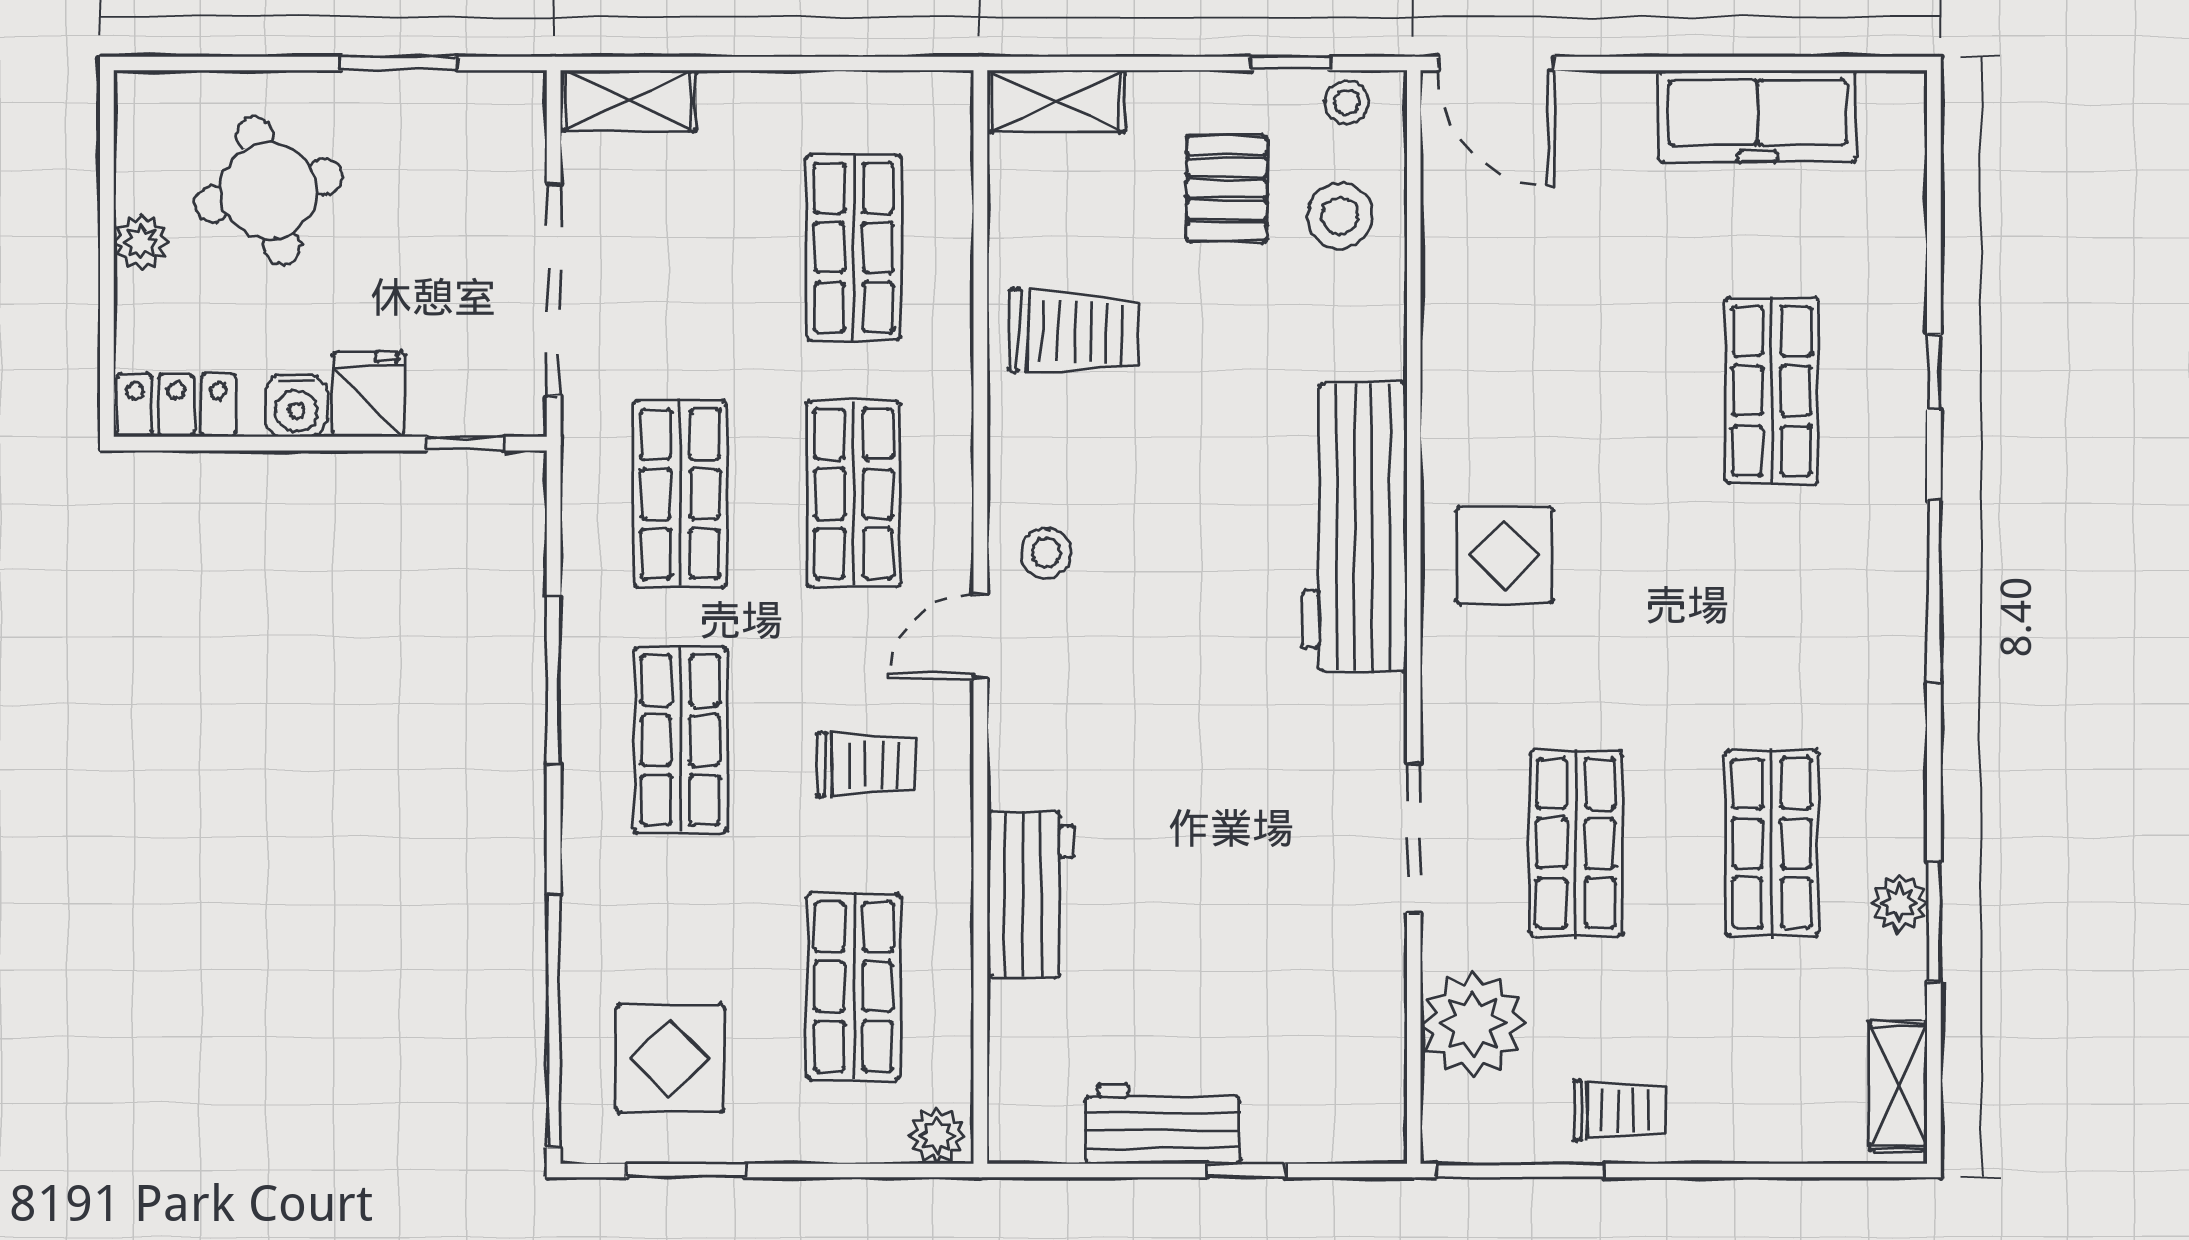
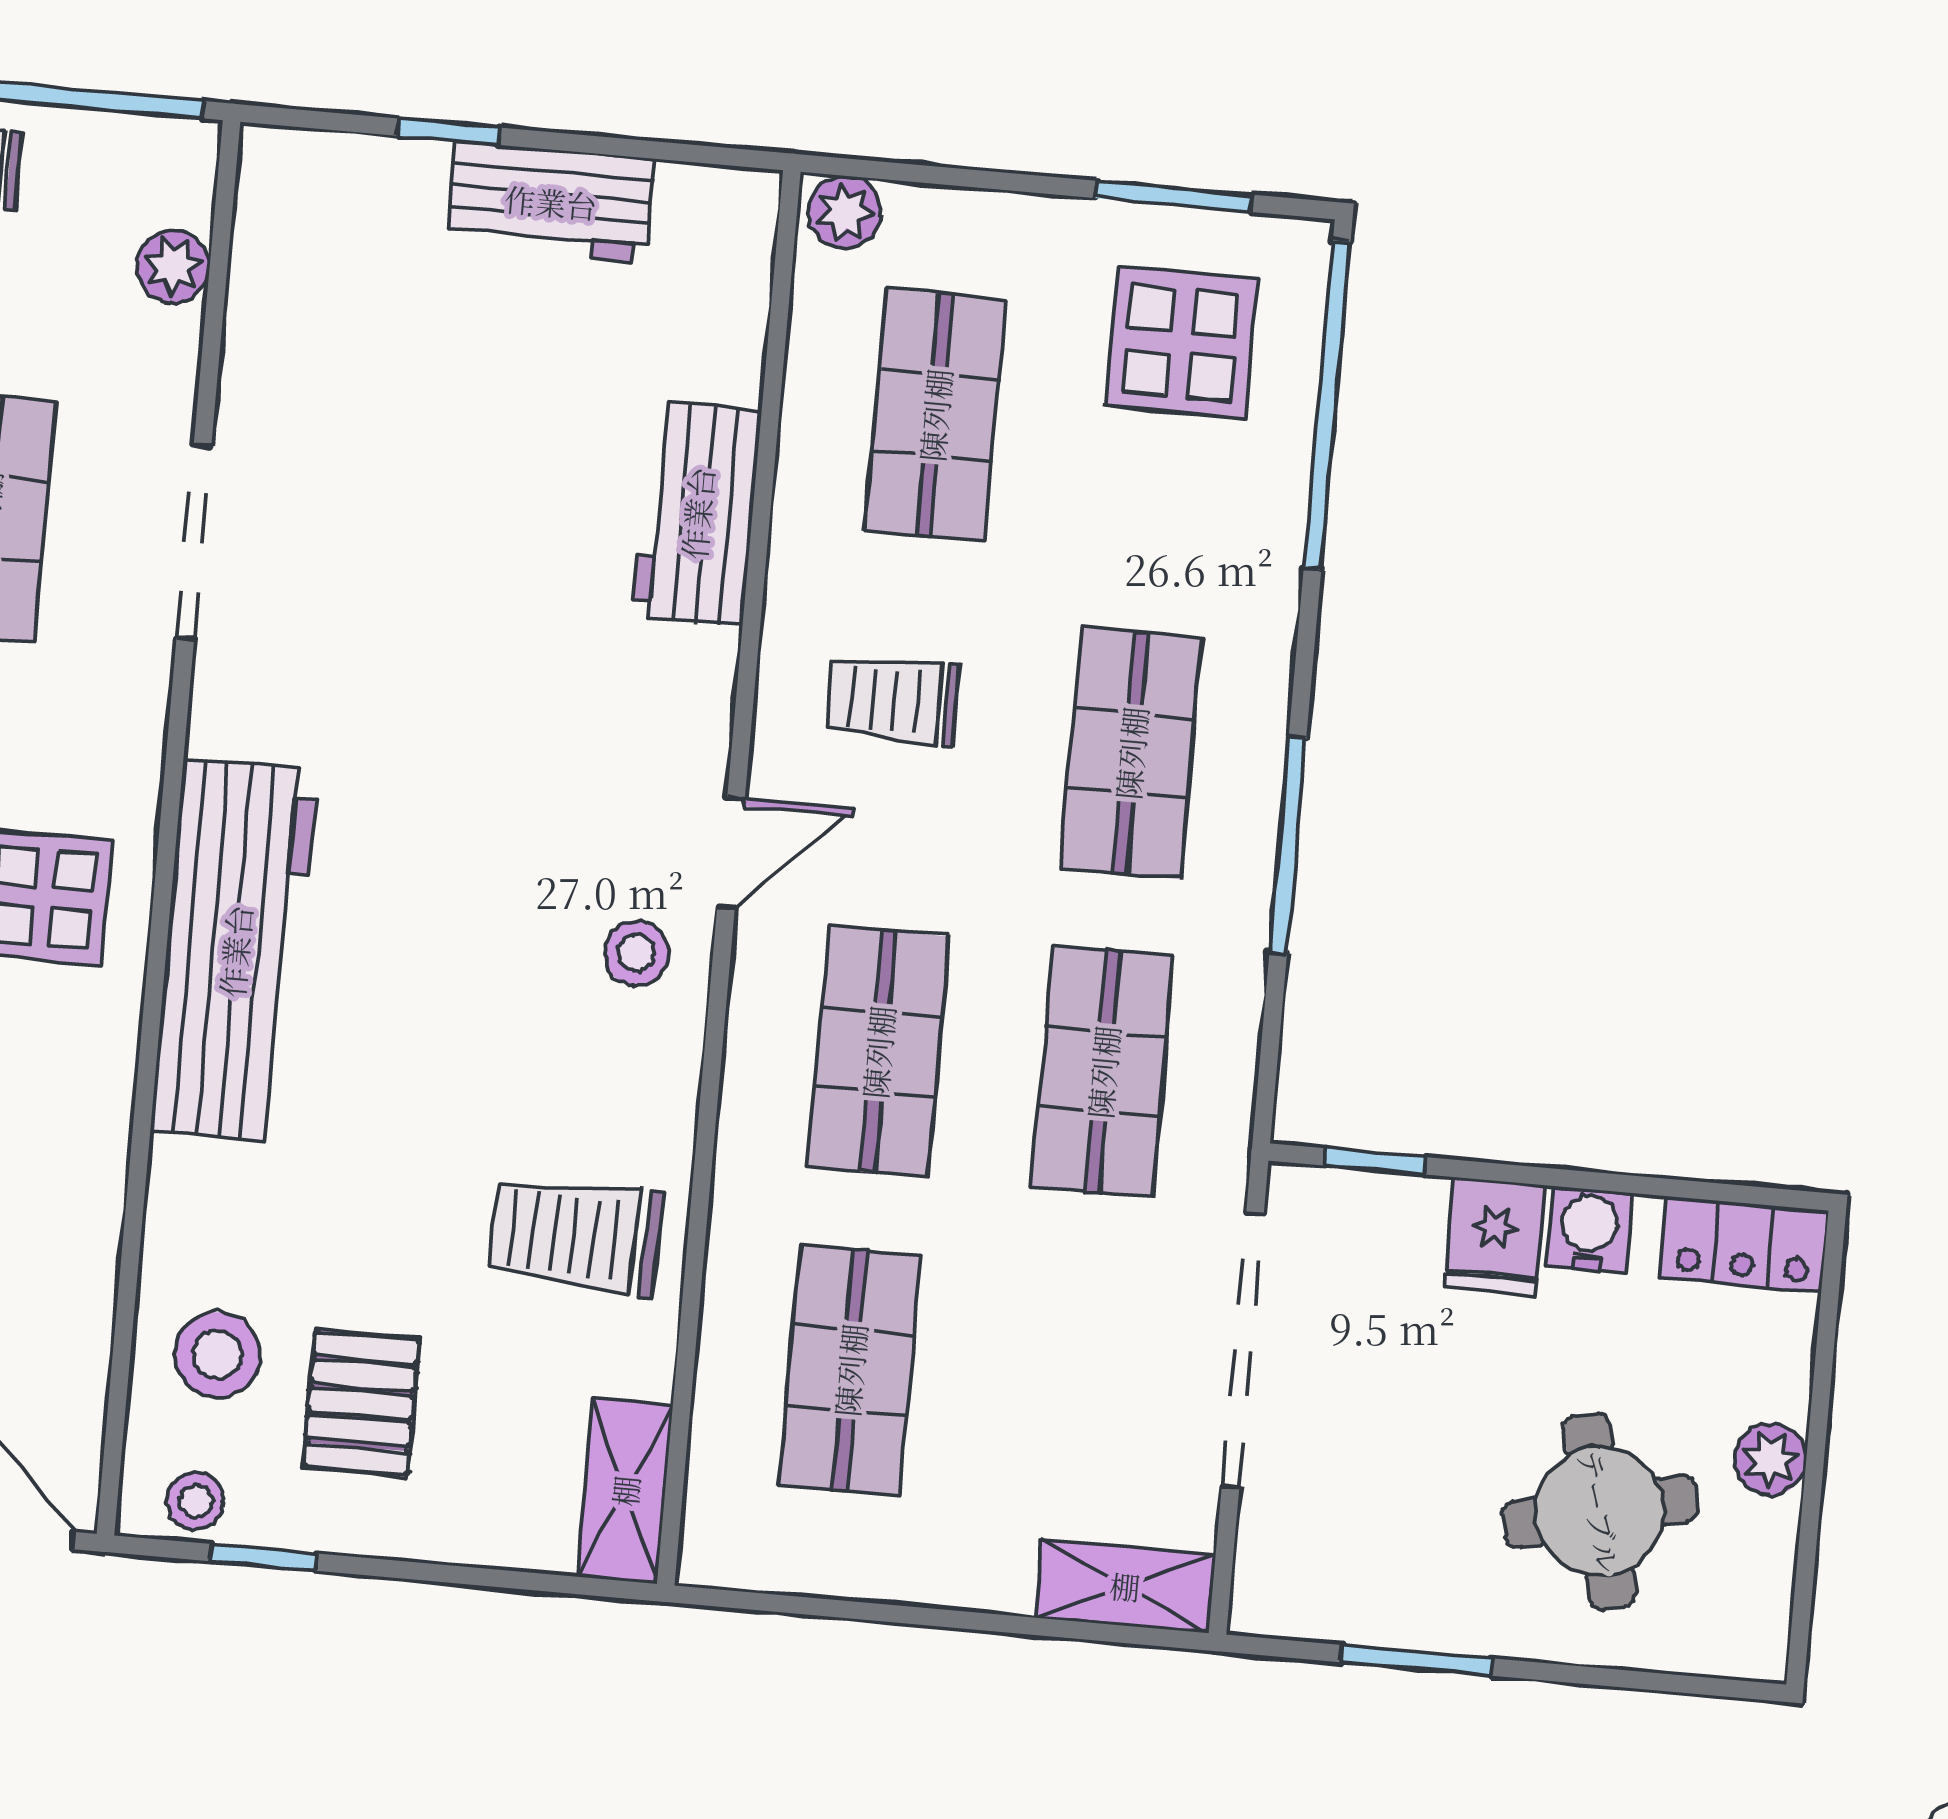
shelving: (1056, 101) -> (625, 1491), moved, turned 90
plant: (1473, 1024) -> (173, 266), width x0.53, depth x0.53

